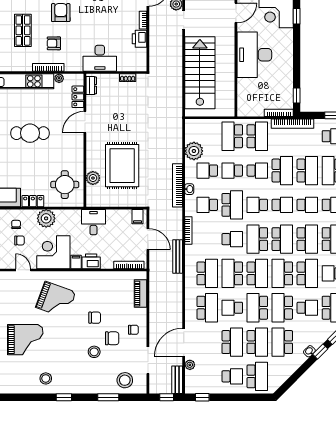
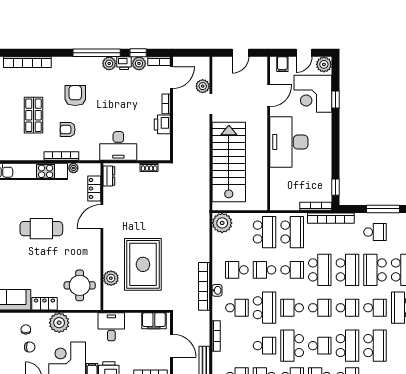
school desk: (232, 136) -> (265, 232), turned 180
plant: (194, 151) -> (222, 223), moved
school desk: (207, 205) -> (237, 308), turned 180
filing cabinet: (138, 217) -> (154, 321), width x2.00
school desk: (282, 239) -> (320, 346), width x0.54

